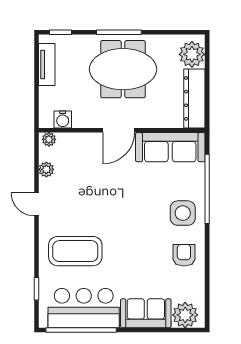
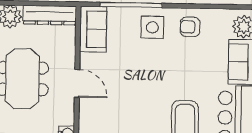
sofa: (170, 147) -> (93, 29), width x0.73

